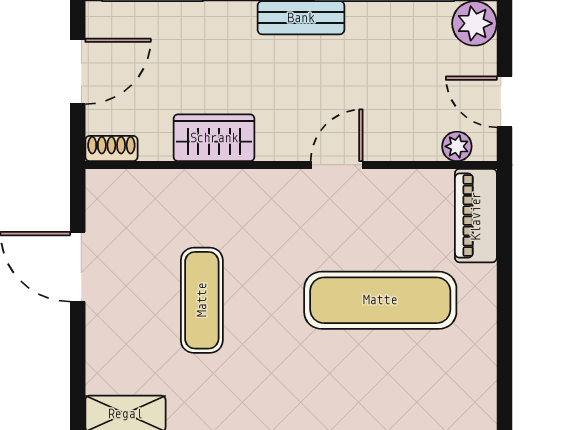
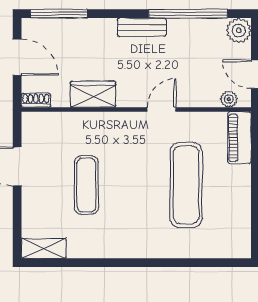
door: (78, 71) -> (17, 57), hinge flipped
exercise mat: (380, 300) -> (186, 185), turned 90

